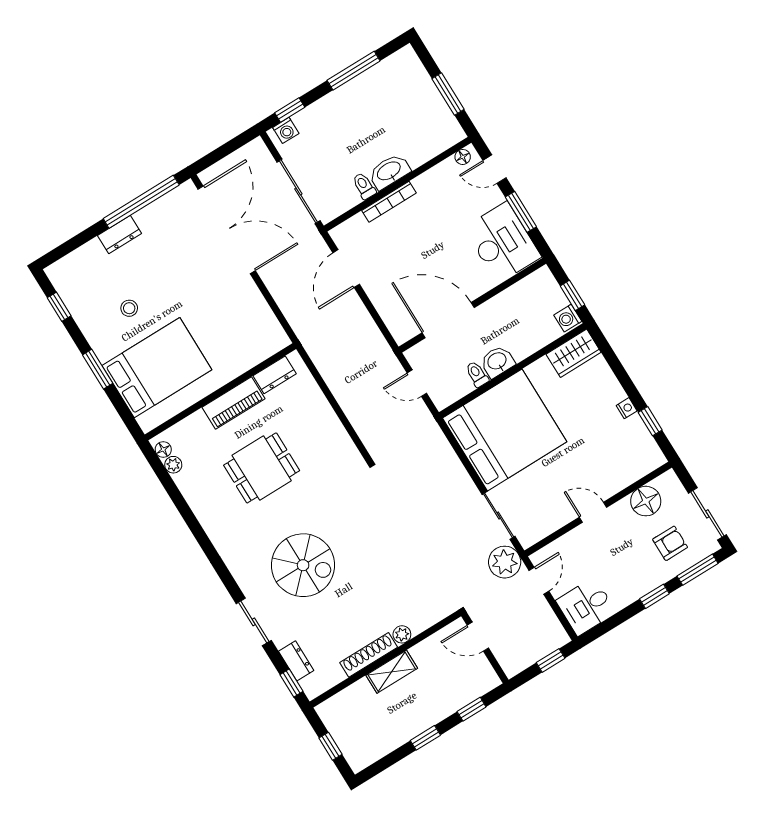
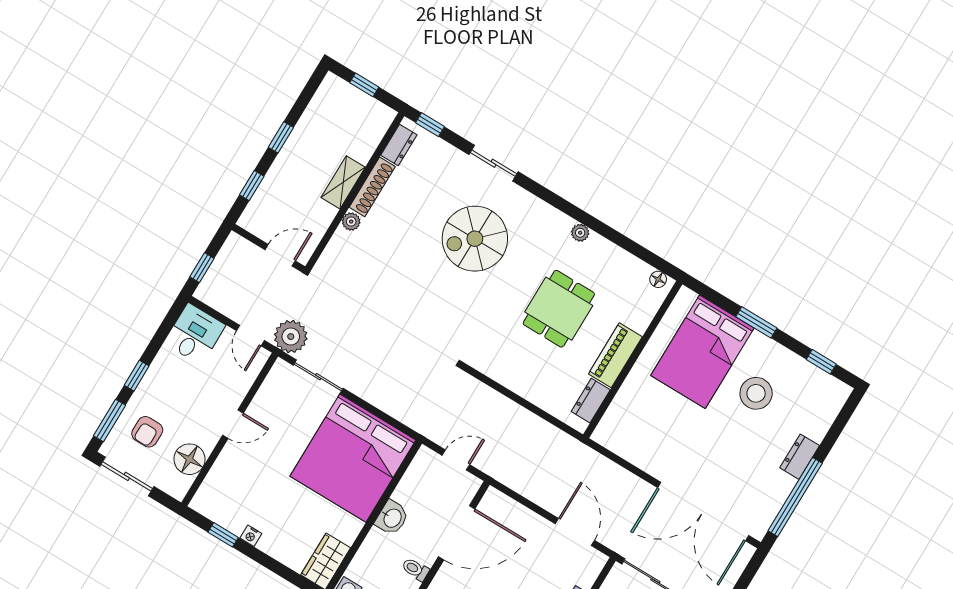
stool: (129, 308) -> (756, 393), width x1.89, depth x1.89
toilet: (477, 374) -> (415, 569), moved, turned 180
plant: (173, 465) -> (580, 233), moved
dresser: (296, 661) -> (399, 145), moved, turned -90

